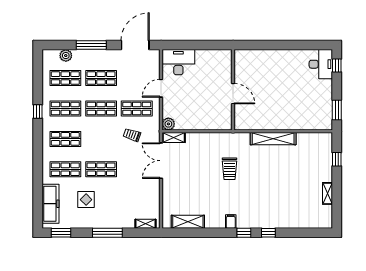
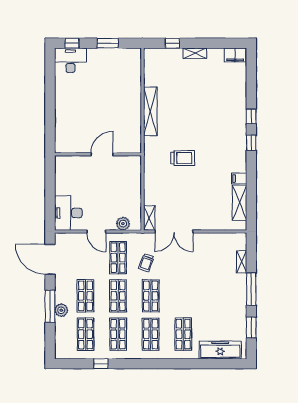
plant: (66, 56) -> (61, 310), moved
window: (337, 110) -> (108, 43), moved
window: (38, 111) -> (101, 364), moved
plant: (168, 124) -> (123, 224), moved
shop shelf: (101, 169) -> (151, 296), moved
shelving: (327, 193) -> (195, 53), moved
display table: (86, 200) -> (216, 312), removed
filing cabinet: (326, 218) -> (235, 55), added
filing cabinet: (231, 221) -> (239, 179), moved
shelving: (145, 224) -> (242, 262), moved
window: (61, 233) -> (251, 328), moved

